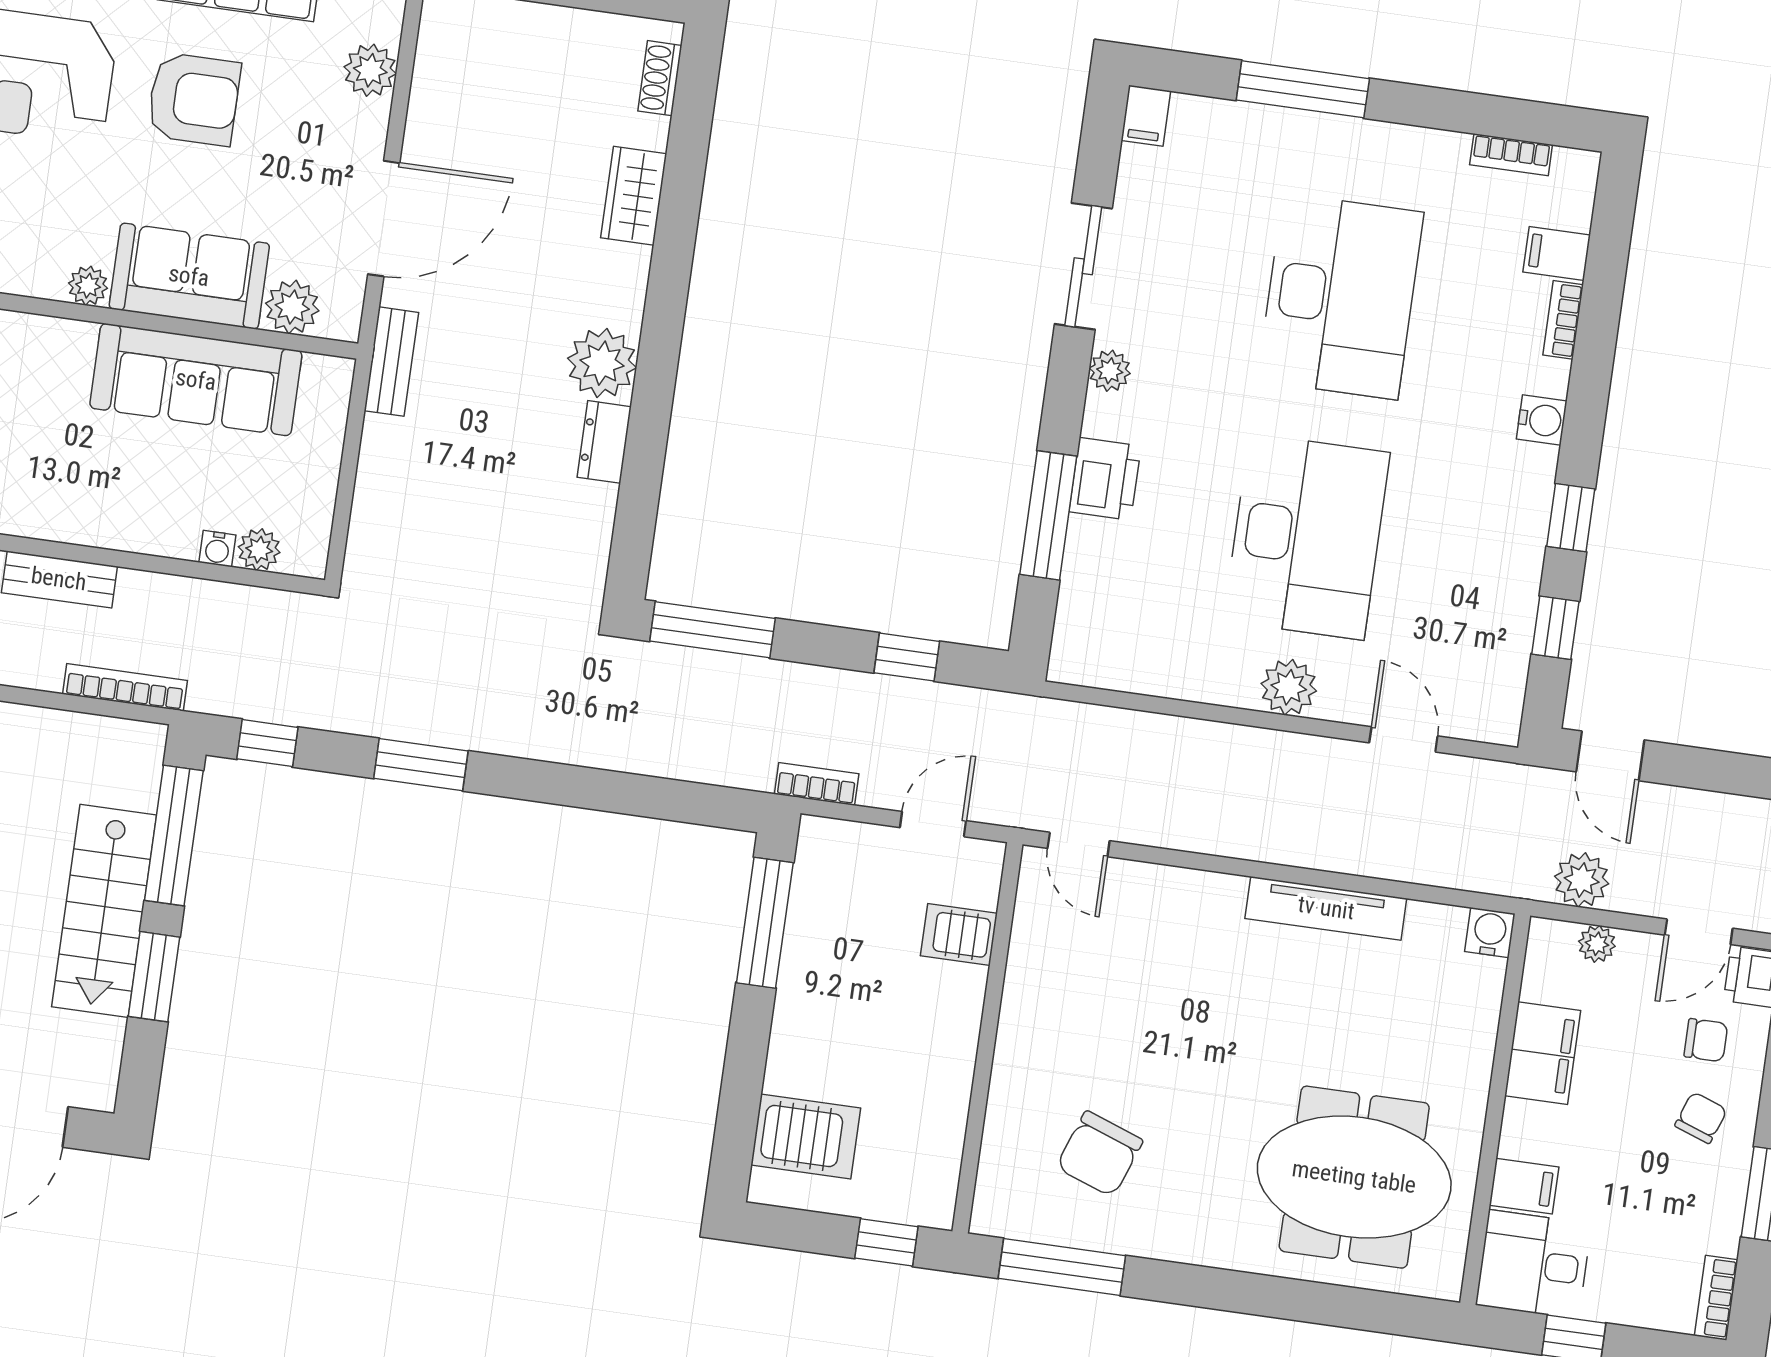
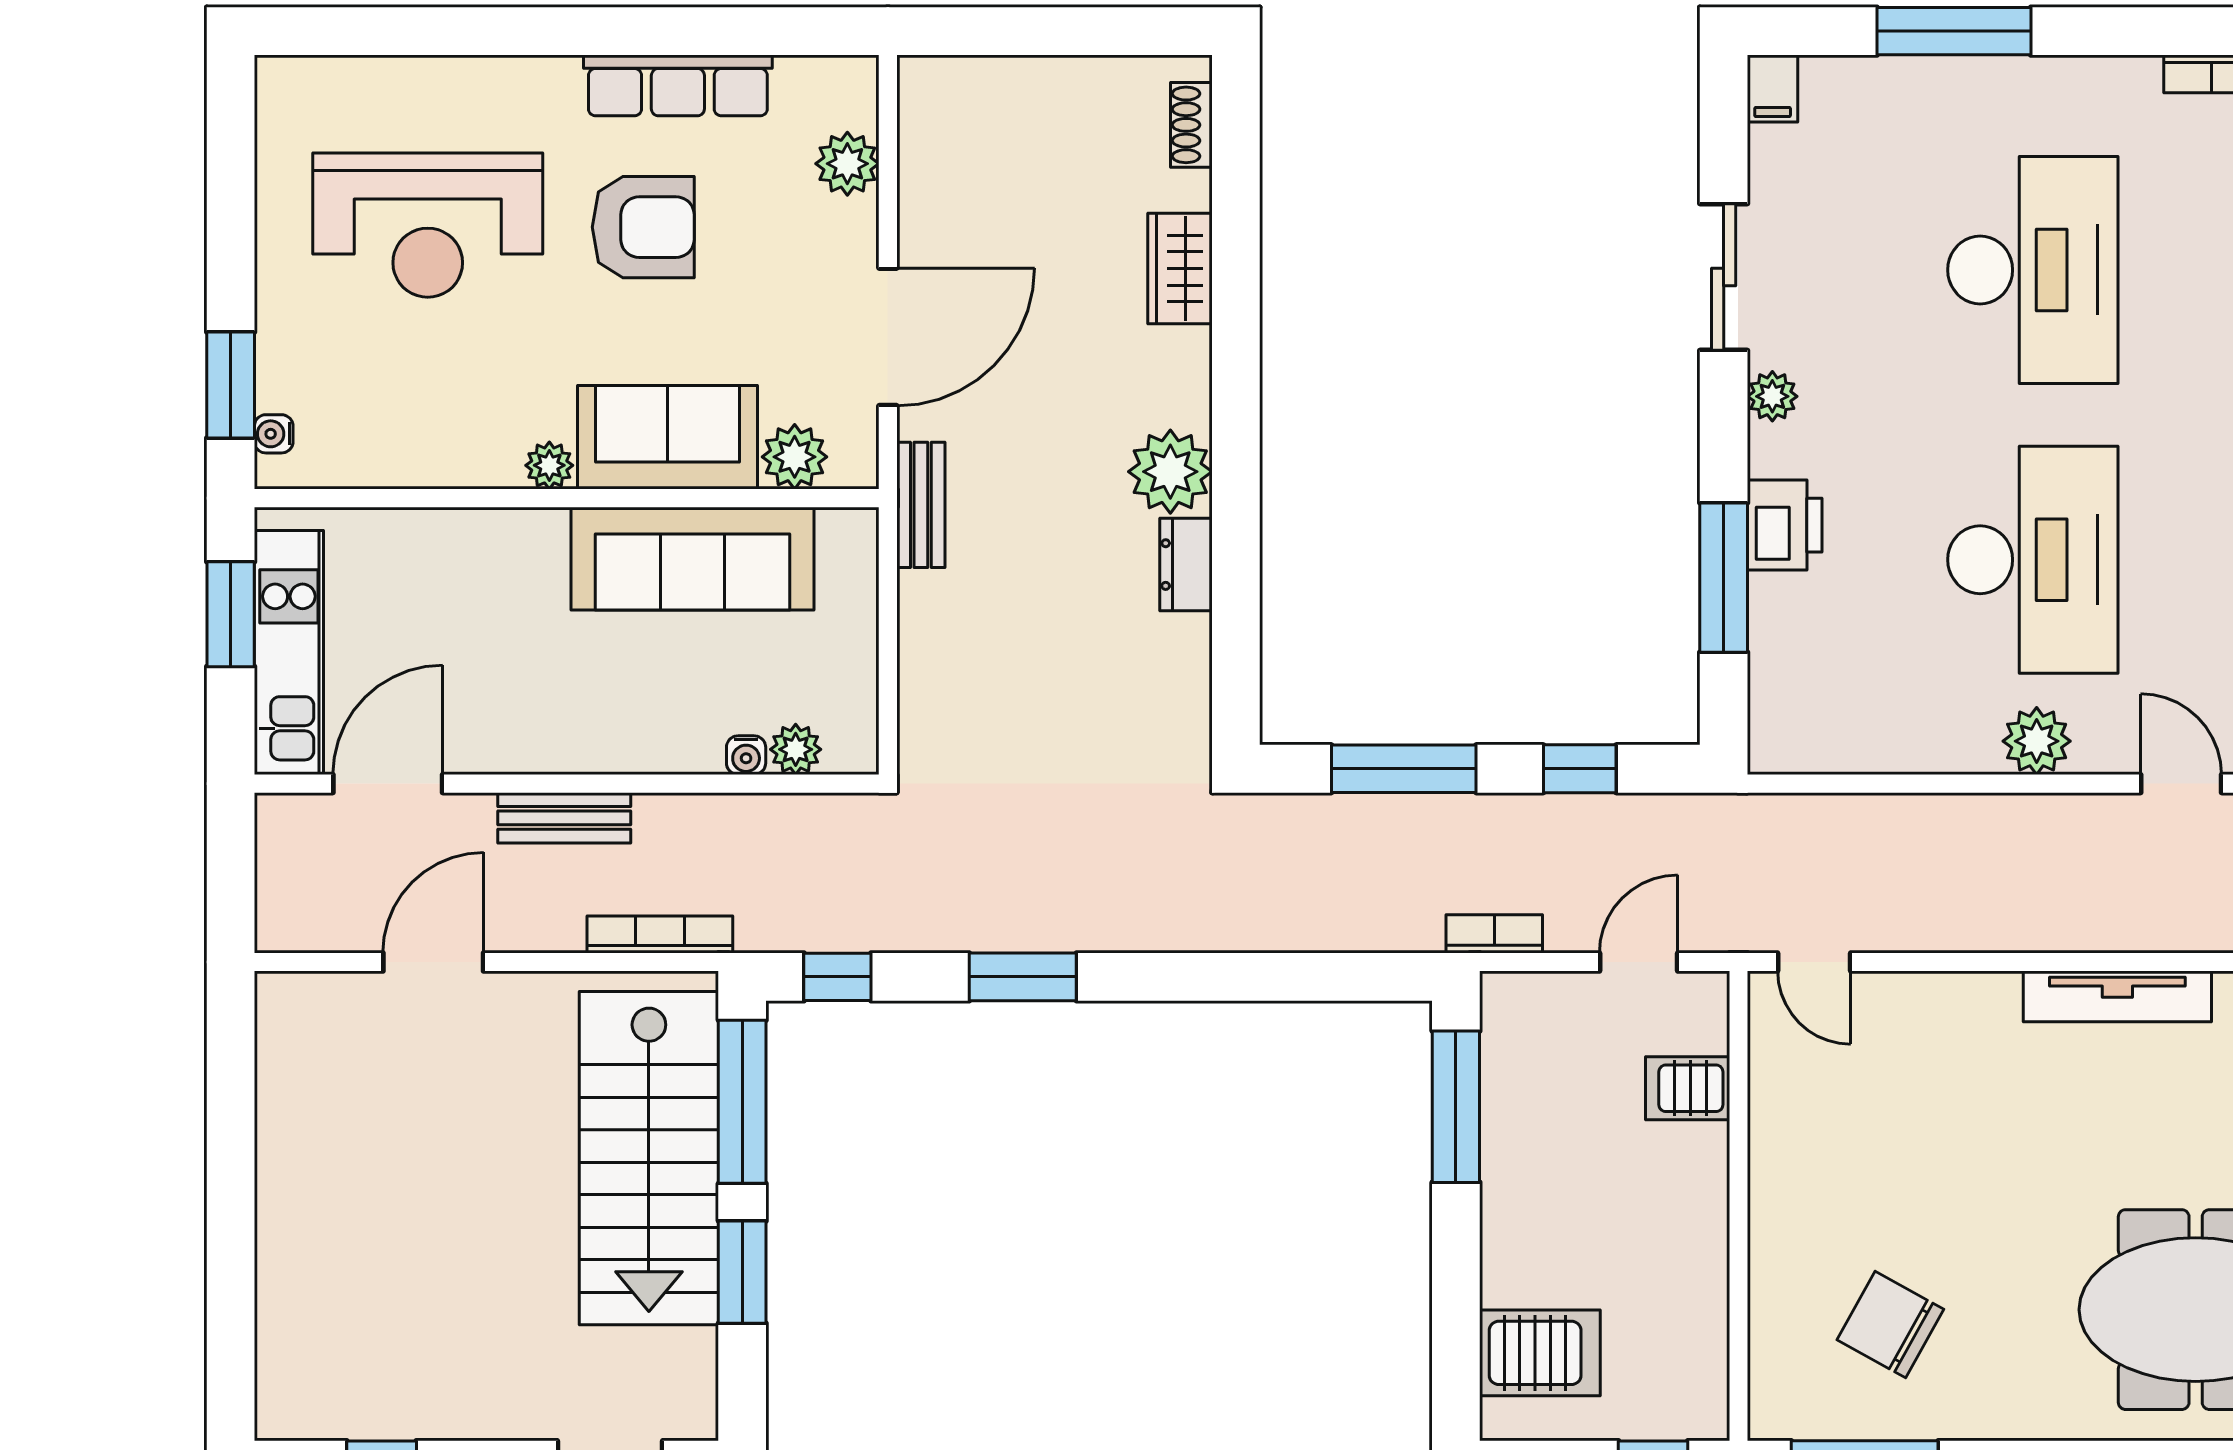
window: (712, 630) -> (1404, 769), moved
stairs: (104, 911) -> (649, 1158), width x1.36, depth x1.51
chair: (1099, 1154) -> (1890, 1324), turned 99

